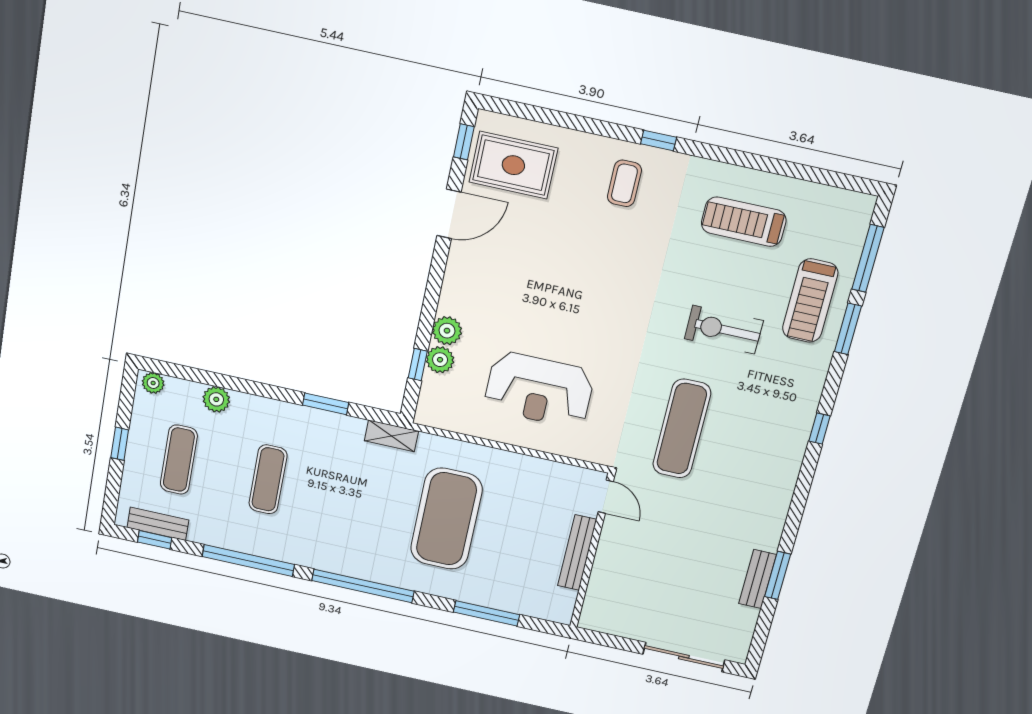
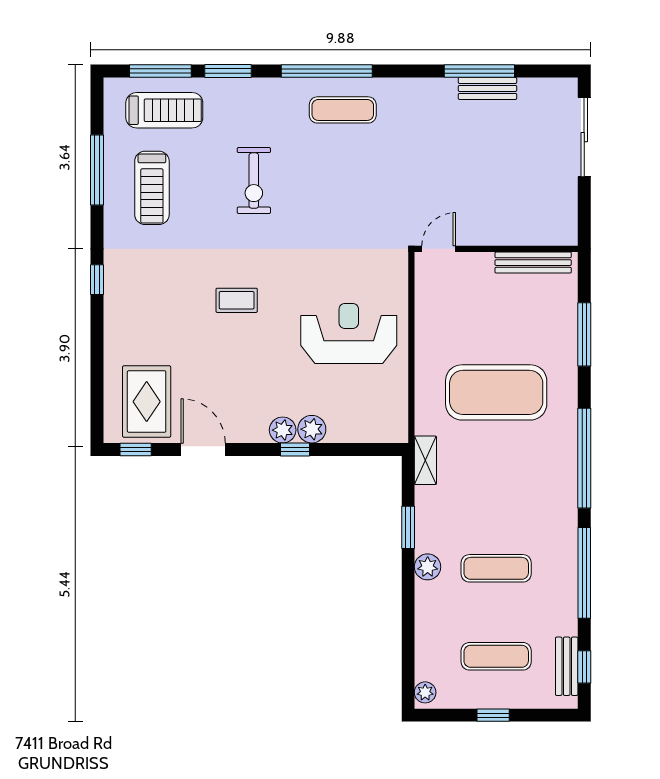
window: (779, 167) -> (97, 170), added
coffee table: (624, 183) -> (237, 300), moved
treadmill: (810, 301) -> (164, 110), moved
plant: (440, 360) -> (283, 430), moved
window: (418, 365) -> (295, 449), moved
reception desk: (539, 390) -> (349, 333), turned -90
plant: (216, 399) -> (428, 567), moved
window: (819, 428) -> (327, 71), width x3.17
exercise mat: (682, 429) -> (343, 110), moved, width x0.73, depth x0.69
bench: (577, 553) -> (533, 263), moved
window: (778, 575) -> (479, 71), width x1.44

